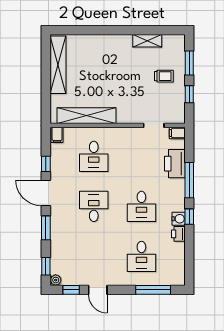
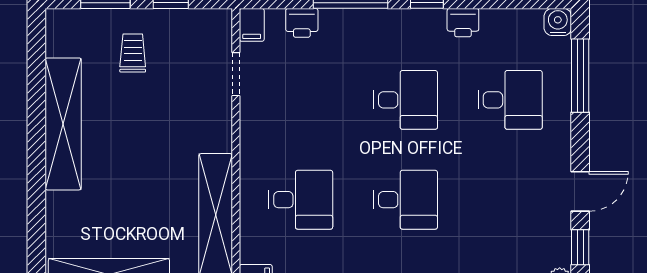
shelving: (147, 41) -> (63, 124), width x2.20, depth x1.33
printer: (175, 164) -> (302, 23), width x0.53, depth x0.68
desk: (94, 206) -> (405, 200), turned 180
water cooler: (179, 219) -> (558, 22), moved

